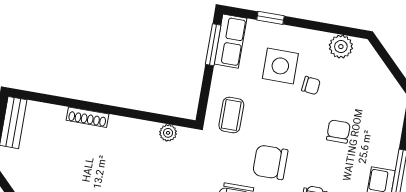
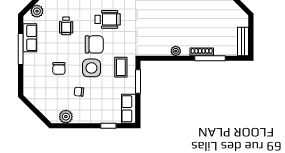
window: (213, 45) -> (138, 82), moved
side table: (280, 66) -> (91, 68), moved
window: (75, 104) -> (210, 58), added
plant: (168, 133) -> (176, 51), moved

